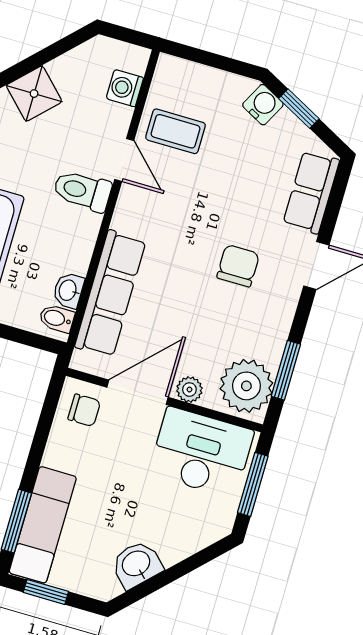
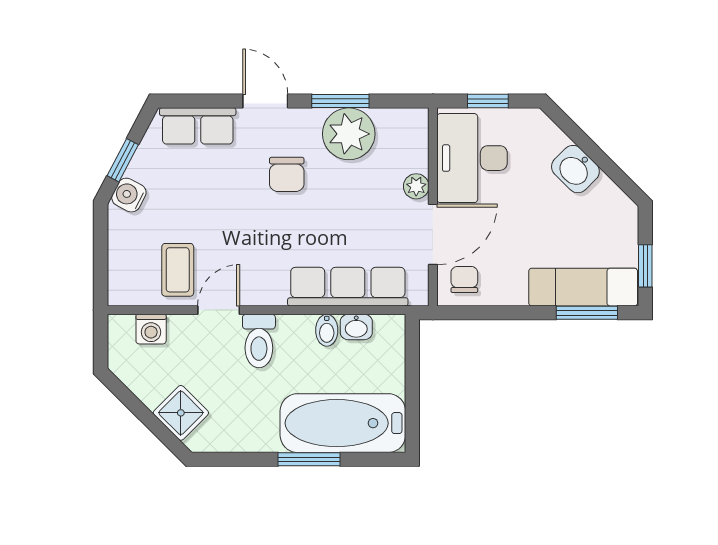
chair: (238, 266) -> (287, 174), turned -90
bidet: (57, 319) -> (327, 330), moved
window: (286, 370) -> (340, 101), moved
plant: (246, 386) -> (349, 134), moved
door: (138, 392) -> (433, 234), swing flipped
window: (253, 484) -> (488, 101), width x0.67
washbasin: (137, 564) -> (575, 169), moved

